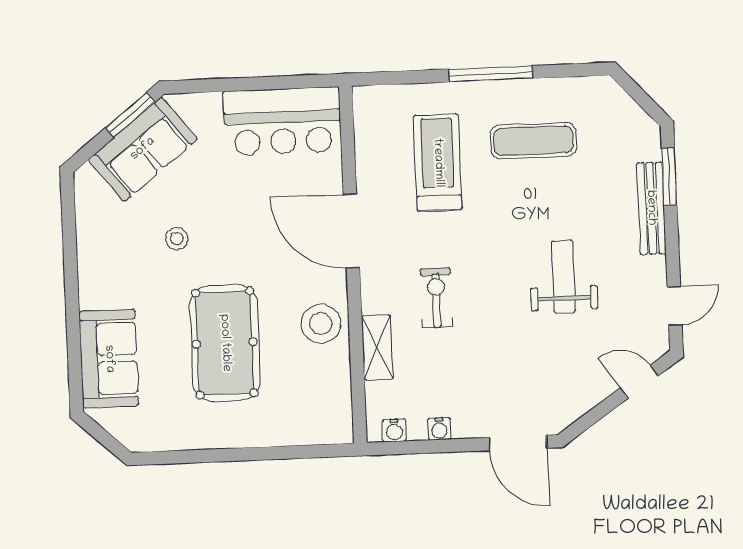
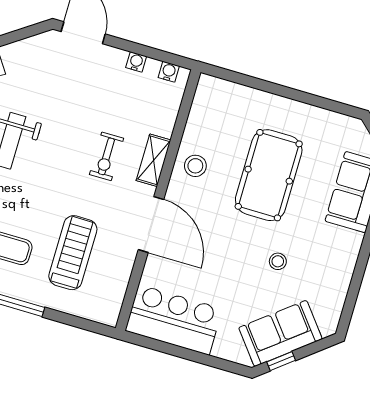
window: (130, 115) -> (281, 361), width x0.67
treadmill: (438, 163) -> (73, 253), turned 180
stool: (321, 324) -> (195, 166), width x0.73, depth x0.73
shelving: (377, 347) -> (153, 160), moved

